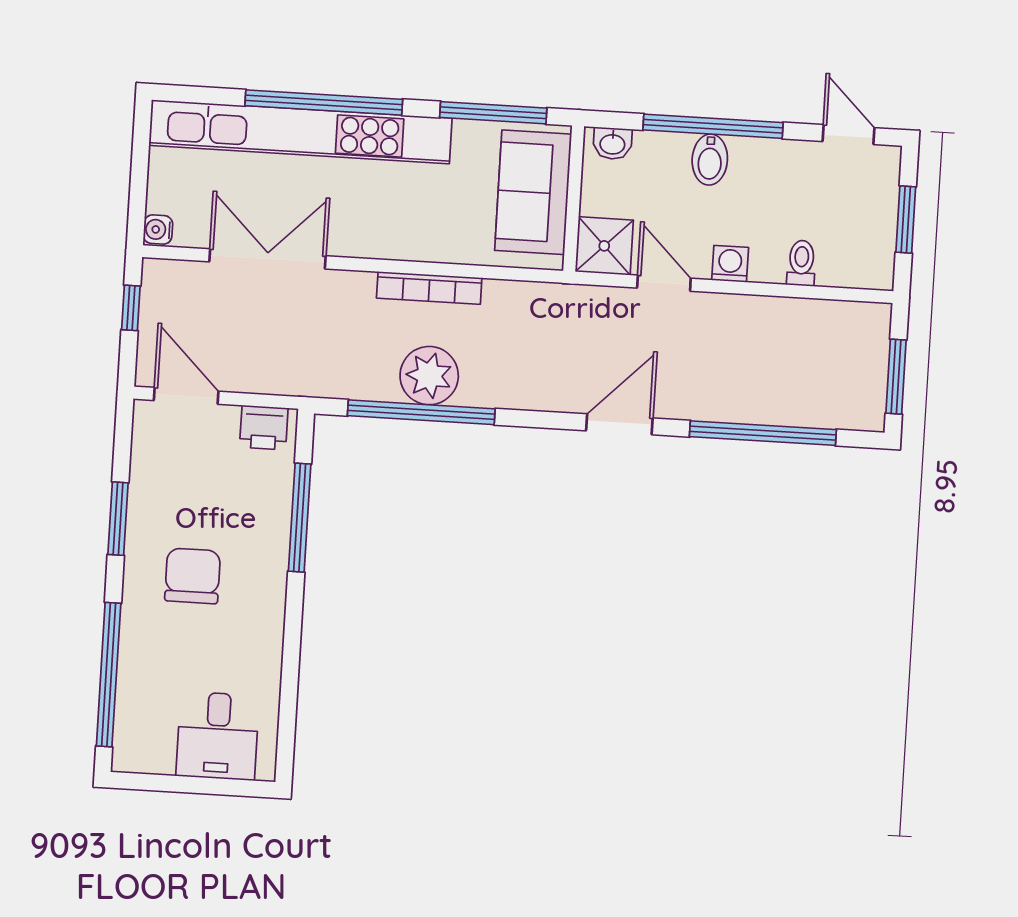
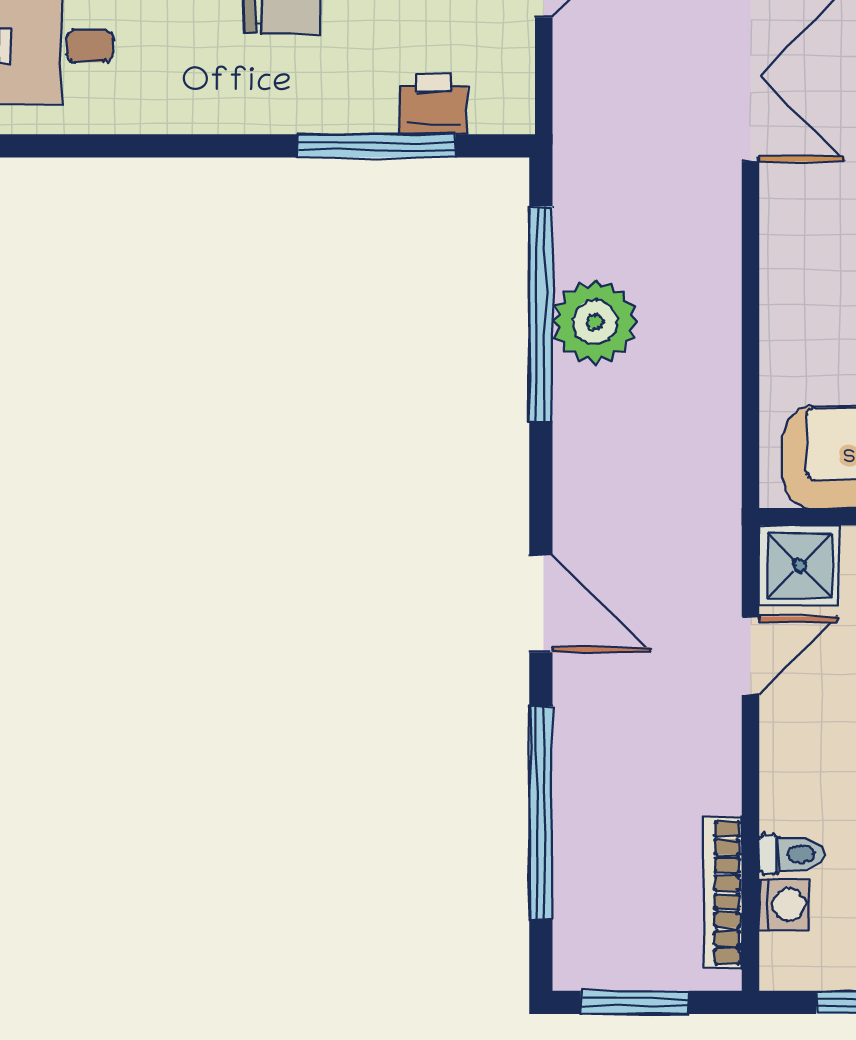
washing machine: (730, 264) -> (785, 905), moved
bookcase: (429, 288) -> (723, 893), moved
printer: (264, 428) -> (433, 104), moved, turned 90

